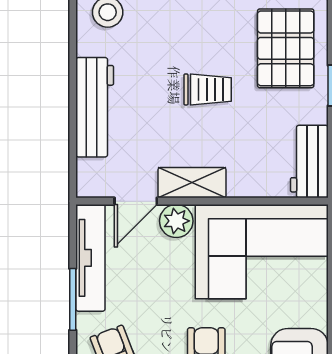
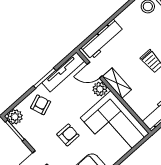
workbench: (95, 107) -> (102, 39), moved

